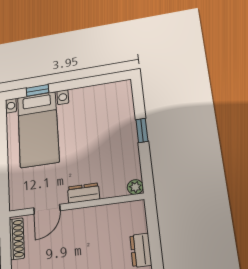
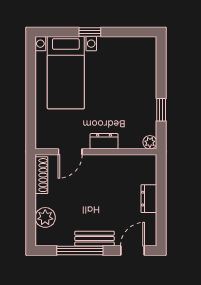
window: (37, 90) -> (90, 32), moved
window: (142, 130) -> (161, 110), moved

